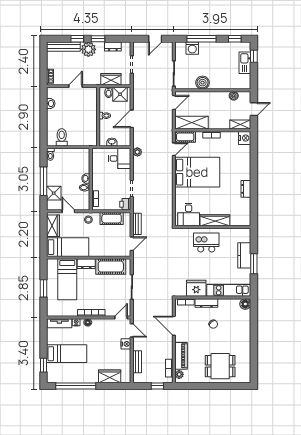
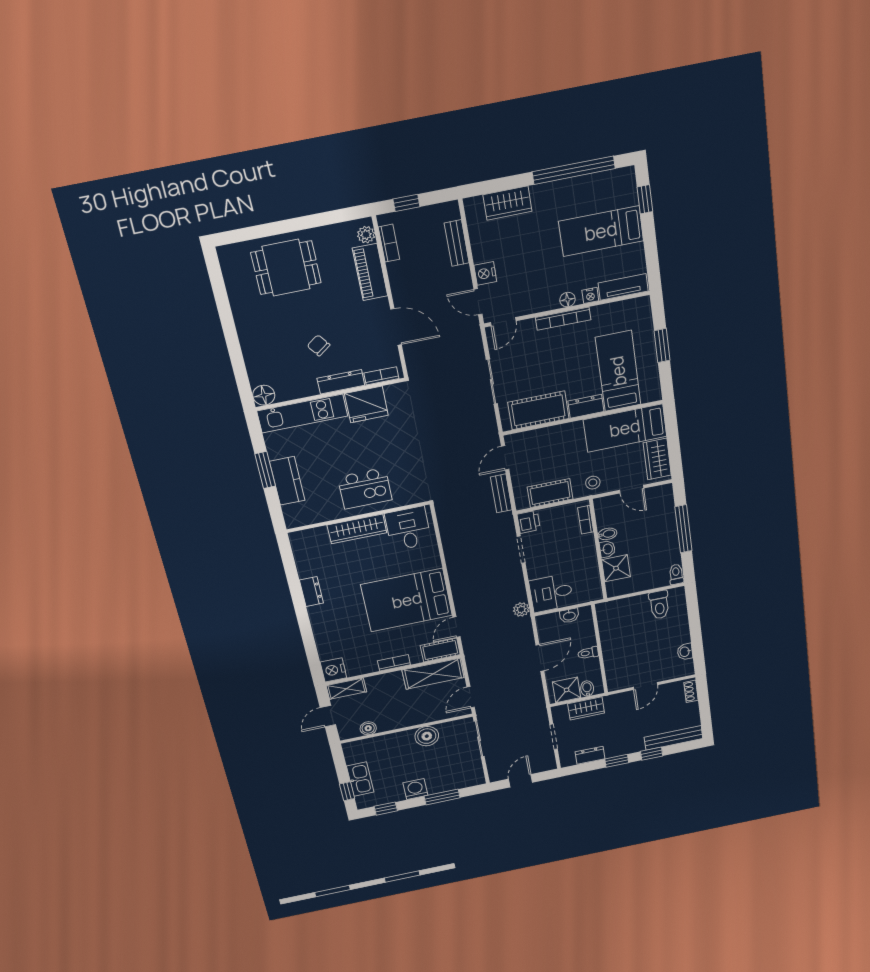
window: (201, 39) -> (442, 797), width x0.69
washing machine: (192, 48) -> (415, 789), moved
plant: (88, 49) -> (631, 743), removed
shower: (54, 193) -> (616, 568), moved

